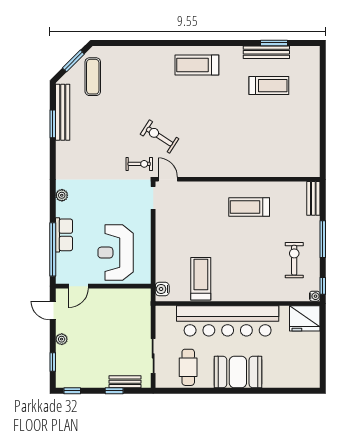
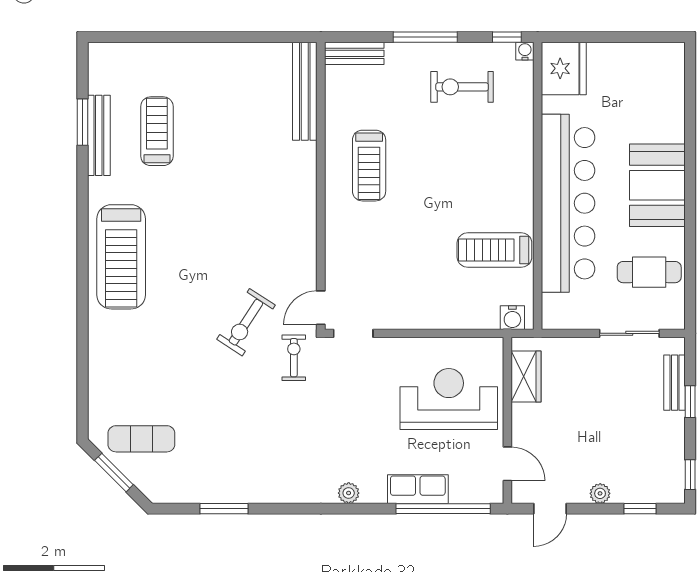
treadmill: (197, 65) -> (121, 257), width x1.37, depth x1.38
bench: (63, 112) -> (305, 91), moved, turned 90
reception desk: (116, 253) -> (449, 399), turned 180
wardrobe: (128, 297) -> (526, 377), added

